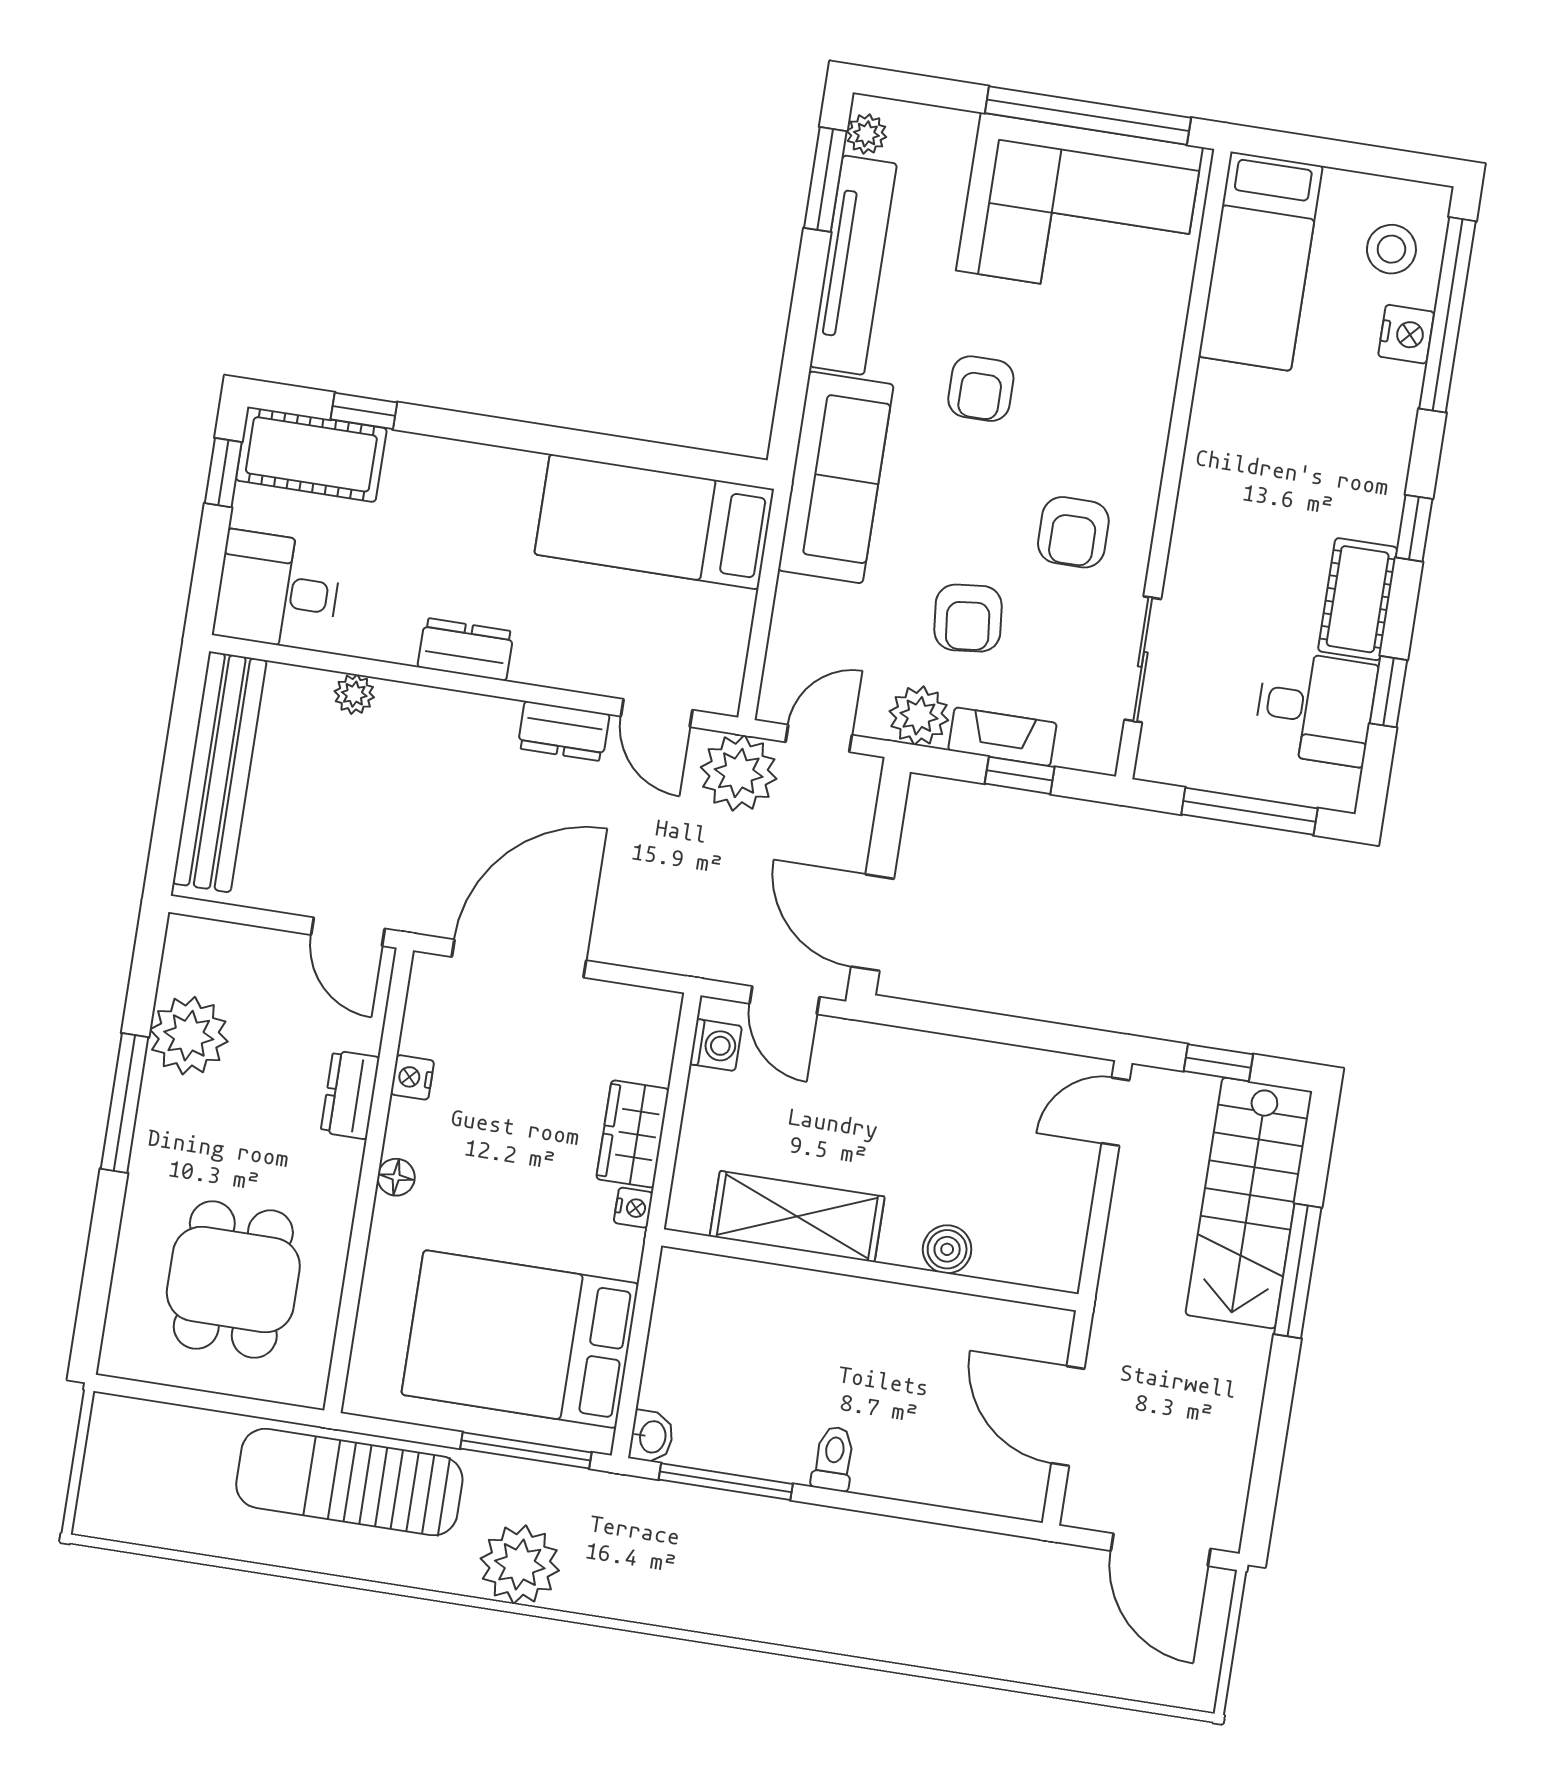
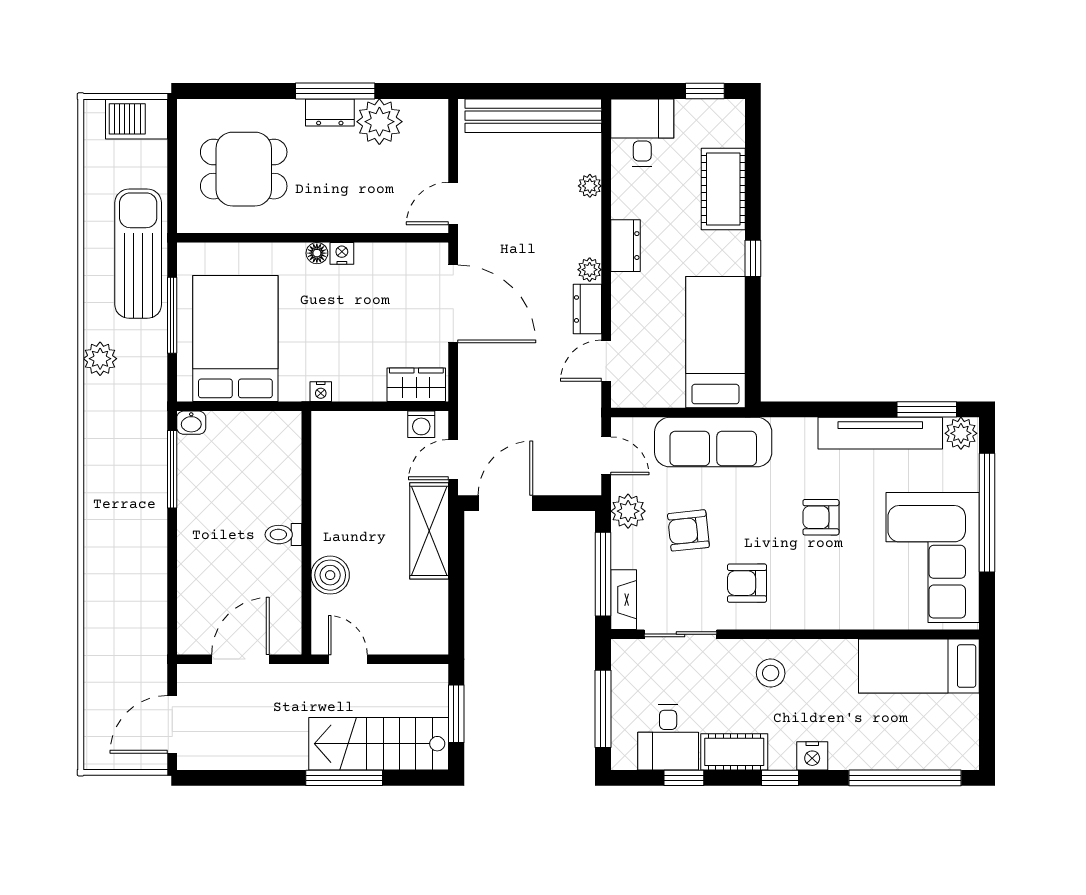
window: (1088, 115) -> (987, 513), moved
plant: (866, 134) -> (961, 433), width x1.38, depth x1.38
stool: (1391, 249) -> (771, 673), moved
nightstand: (1406, 334) -> (812, 756), moved
window: (364, 411) -> (753, 258), moved
cot: (311, 454) -> (723, 189), moved
sofa: (836, 477) -> (713, 442), moved
fireplace: (1002, 737) -> (624, 600), moved
plant: (739, 773) -> (590, 270), moved, width x0.53, depth x0.53
window: (1020, 775) -> (603, 574), width x2.17
window: (1218, 1063) -> (456, 714), width x1.50
nightstand: (412, 1077) -> (342, 253), moved
dresser: (350, 1095) -> (330, 112), moved, turned 180
door: (1116, 1112) -> (348, 659), moved
wardrobe: (633, 1134) -> (416, 385), moved
shelving: (797, 1217) -> (429, 531), moved
boiler: (947, 1249) -> (330, 575), width x1.36, depth x1.36
barbecue: (119, 1449) -> (137, 119), added
window: (526, 1450) -> (172, 315), moved
toilet: (834, 1459) -> (283, 535), moved, turned 180
plant: (520, 1565) -> (100, 359), width x0.73, depth x0.73

